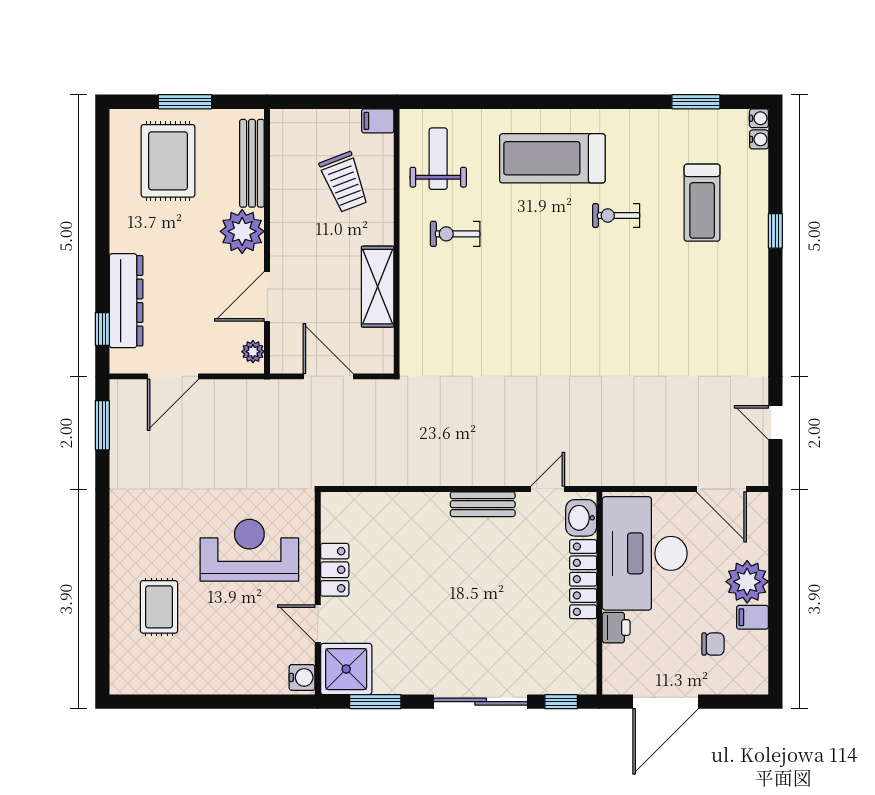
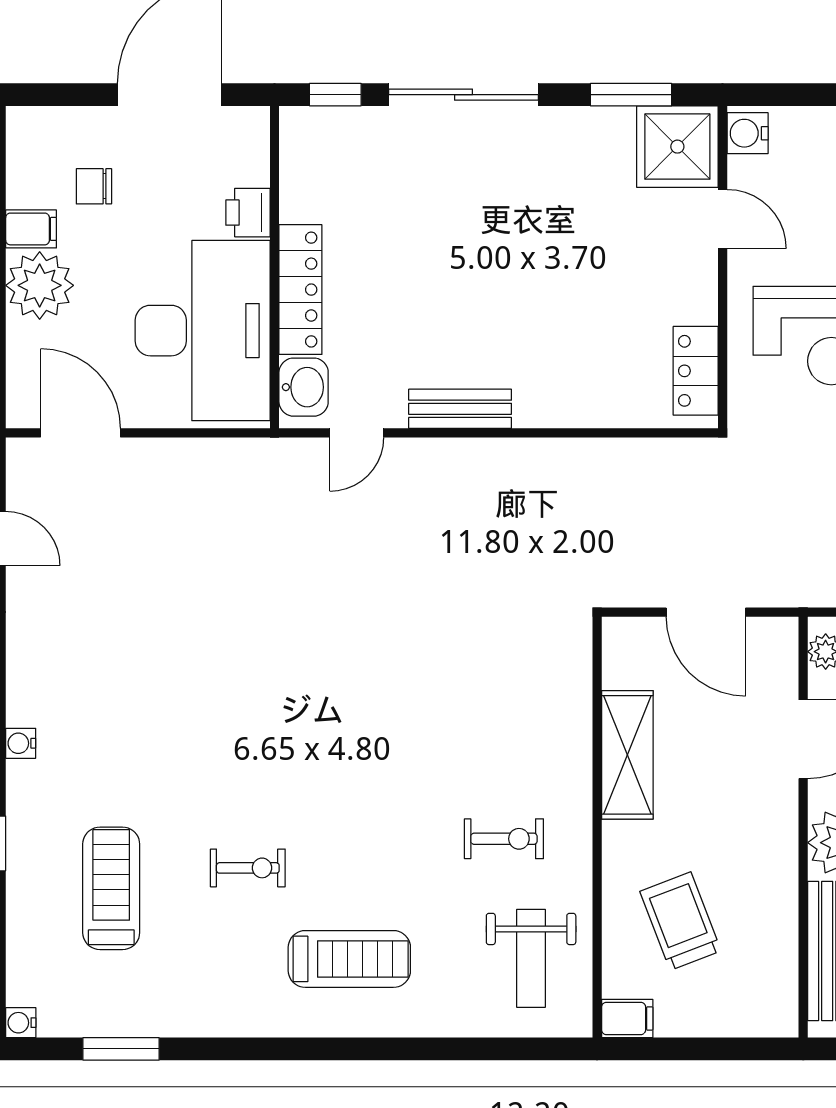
water cooler: (759, 139) -> (21, 743), moved
treadmill: (552, 158) -> (349, 959), width x0.73, depth x0.73
locker: (335, 570) -> (696, 371), moved

